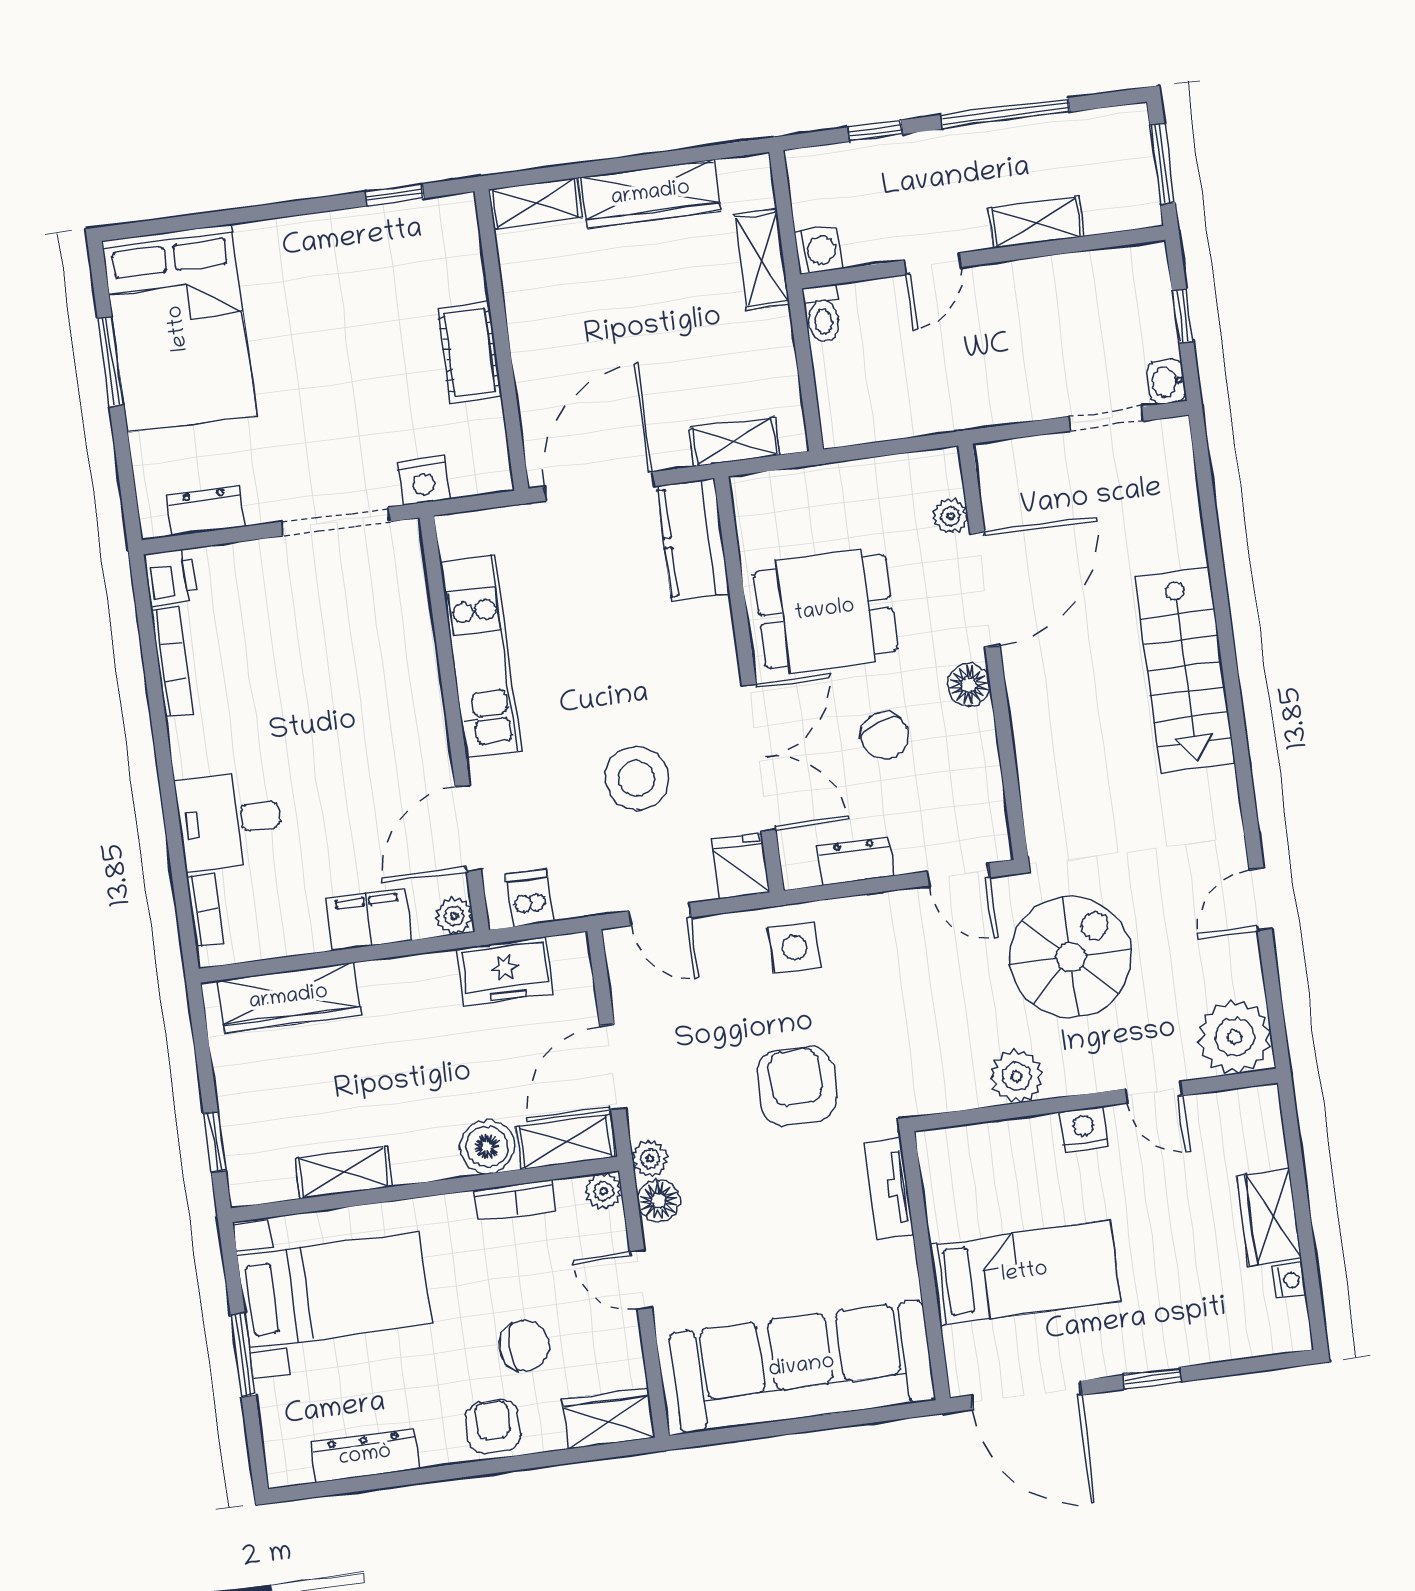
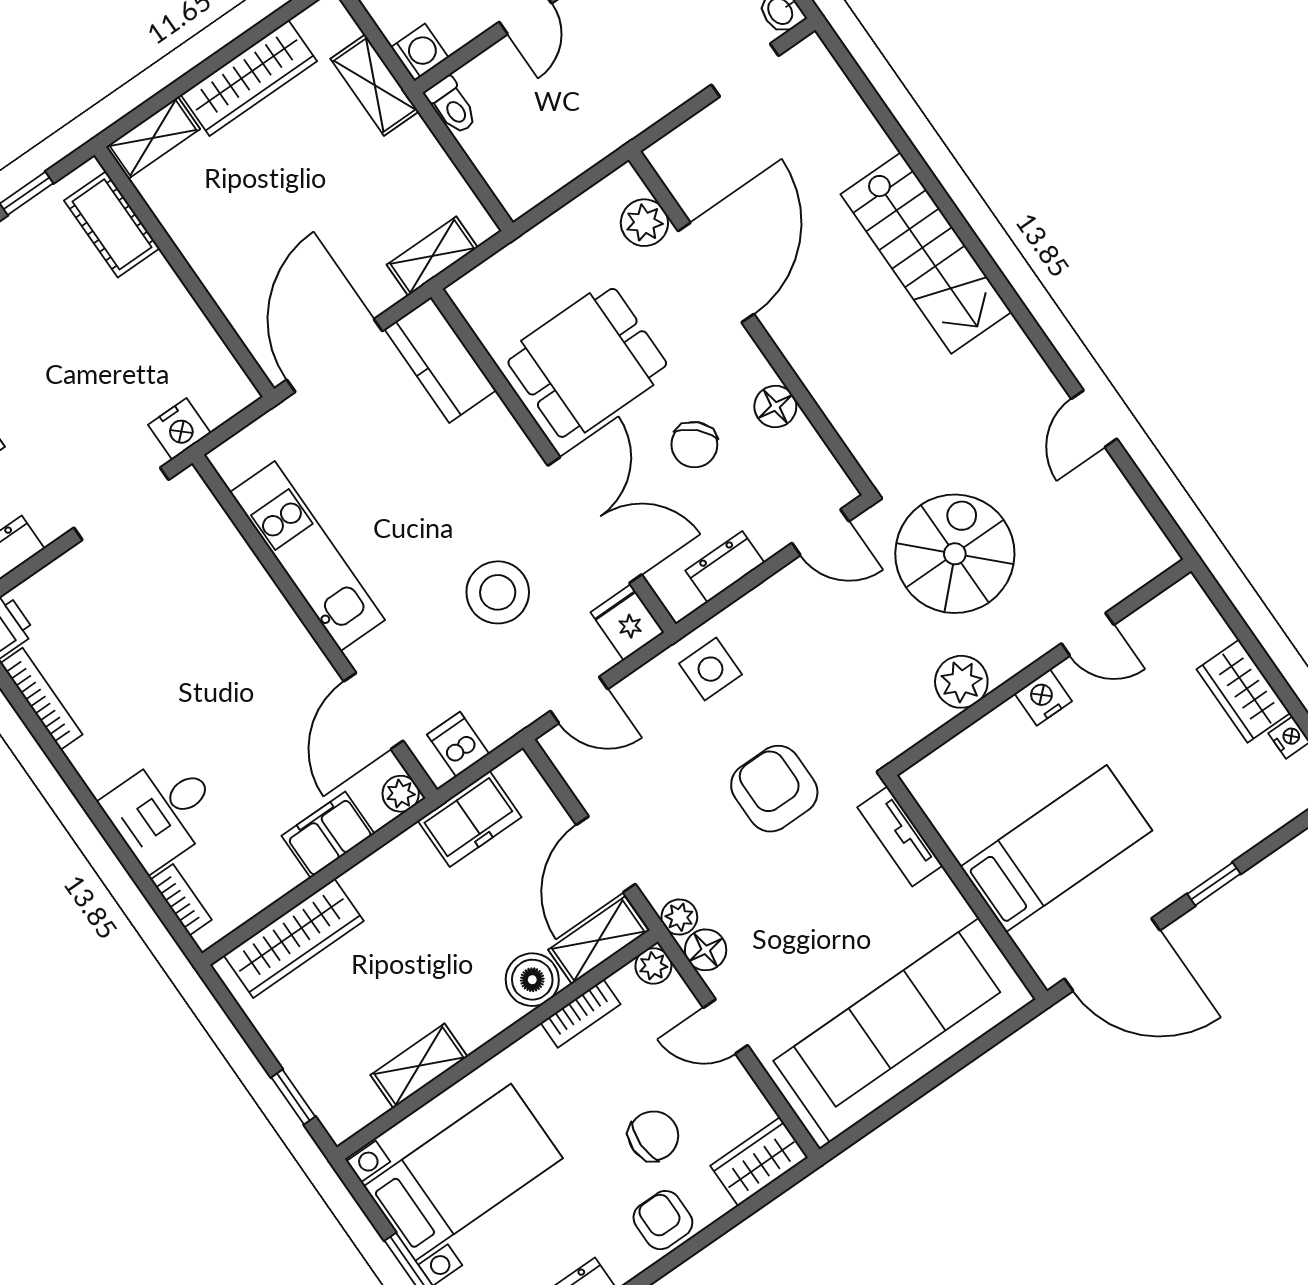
cot: (470, 352) -> (112, 224), moved
plant: (950, 516) -> (644, 223), width x1.38, depth x1.38
floor lamp: (969, 685) -> (775, 406), moved
chair: (885, 736) -> (694, 445), turned 64
plant: (1234, 1037) -> (1133, 550), removed

